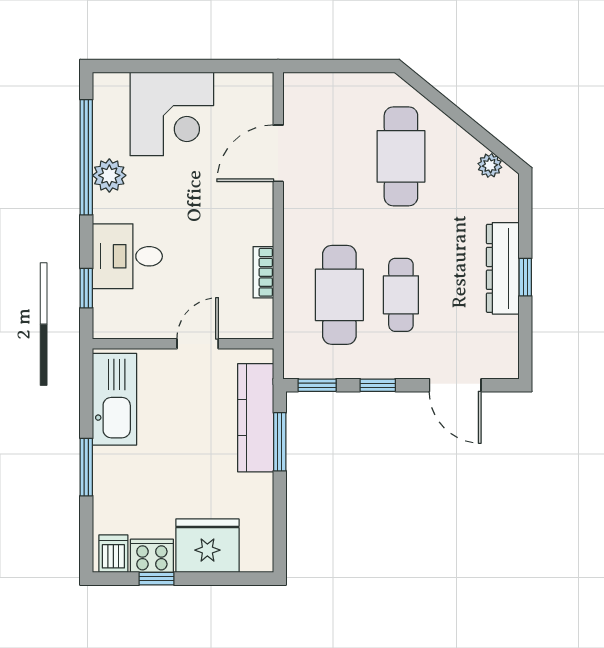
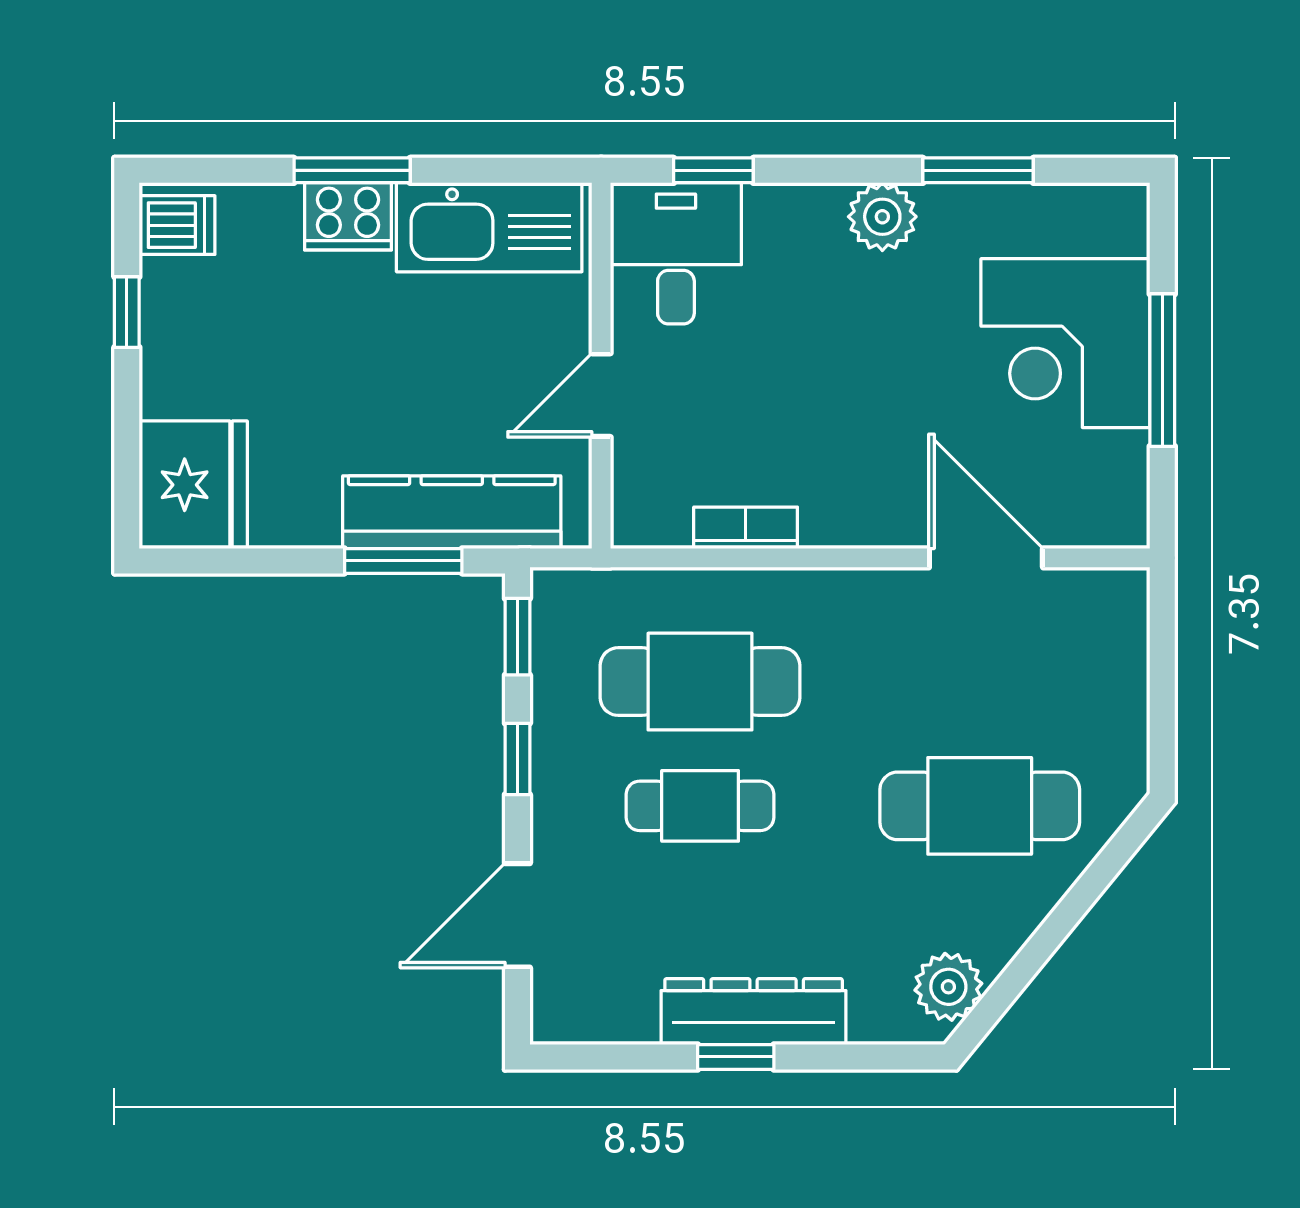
window: (185, 66) -> (1162, 370), added
window: (86, 157) -> (978, 170), width x0.47
plant: (490, 165) -> (948, 987), width x1.38, depth x1.38
plant: (109, 175) -> (882, 217), moved
desk: (127, 256) -> (676, 253), moved
door: (198, 344) -> (601, 395), swing flipped
fridge: (207, 546) -> (193, 485), moved
cooker: (152, 556) -> (348, 216), moved, turned 90

